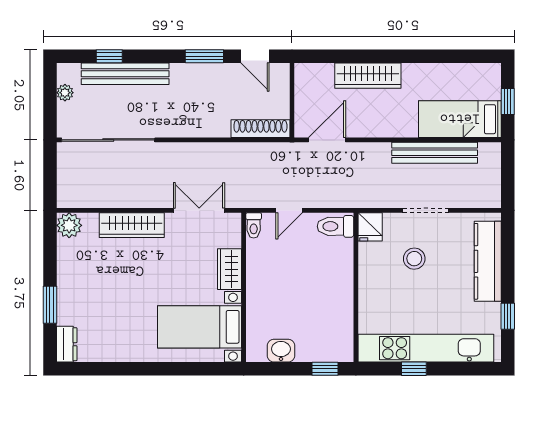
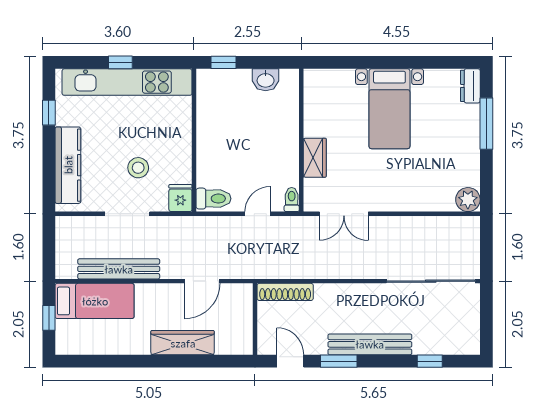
bench: (125, 74) -> (370, 344), moved
plant: (65, 93) -> (472, 326), removed
door: (327, 140) -> (202, 281), moved
wardrobe: (132, 225) -> (408, 200), removed
window: (50, 305) -> (486, 124), width x1.44
bed with nightstands: (199, 327) -> (389, 109), moved, turned 90
window: (414, 369) -> (120, 62), moved

